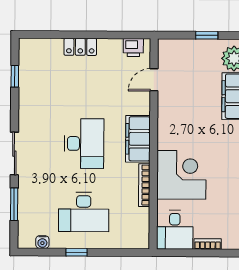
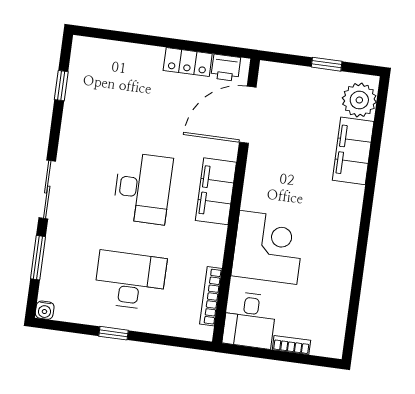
locker: (80, 47) -> (188, 62), moved
door: (154, 80) -> (248, 115), width x1.87
bookcase: (144, 185) -> (211, 296), moved
desk: (84, 212) -> (130, 280), turned 180
water cooler: (42, 242) -> (45, 310), moved

